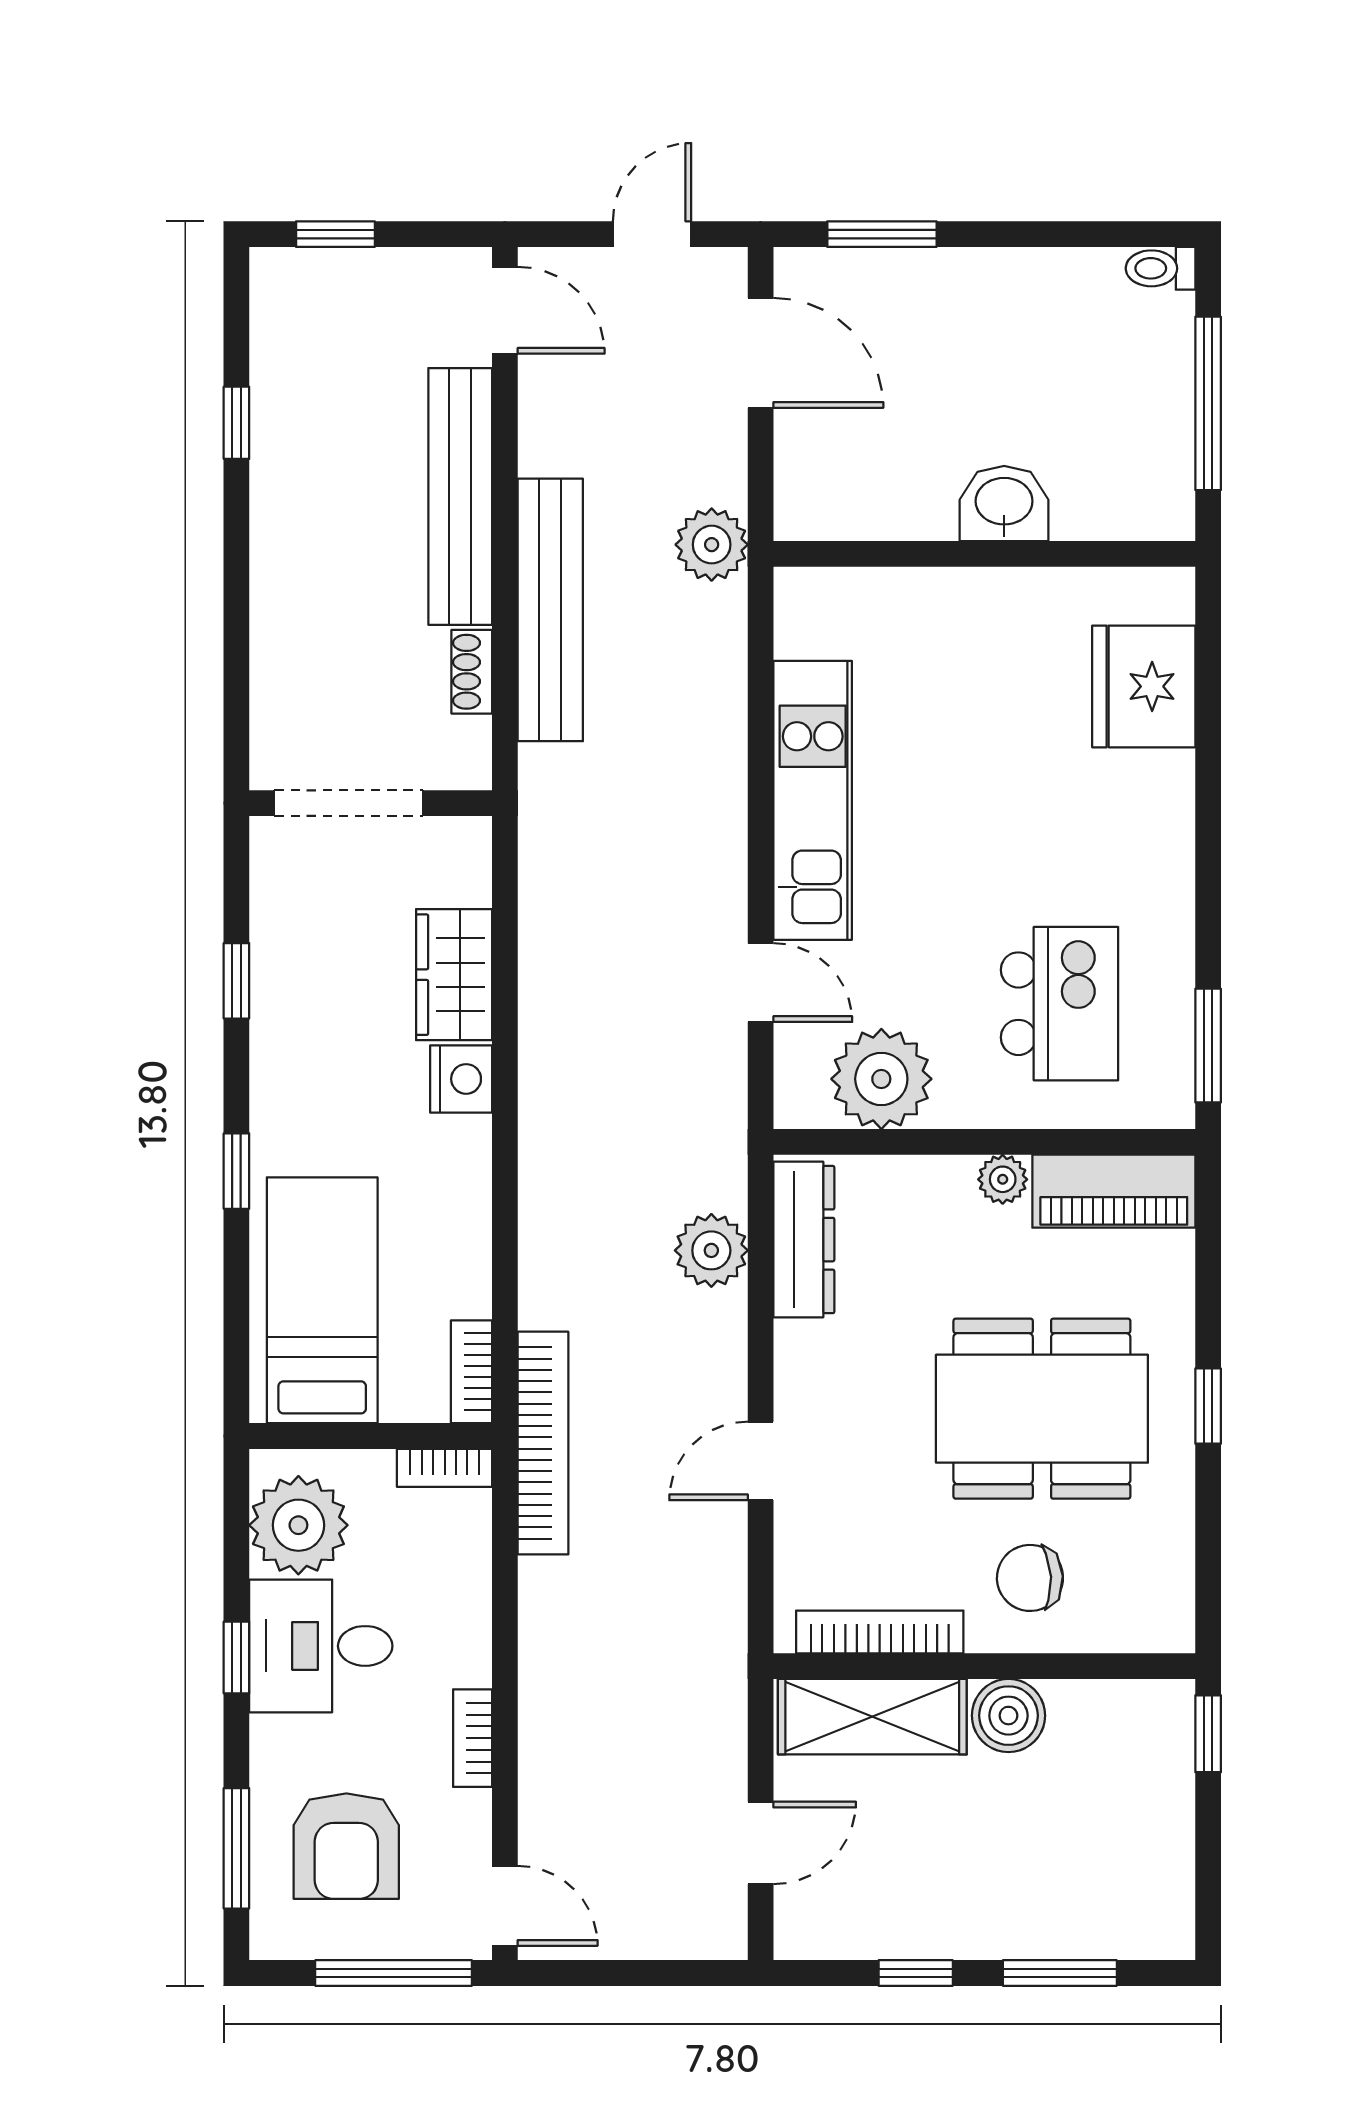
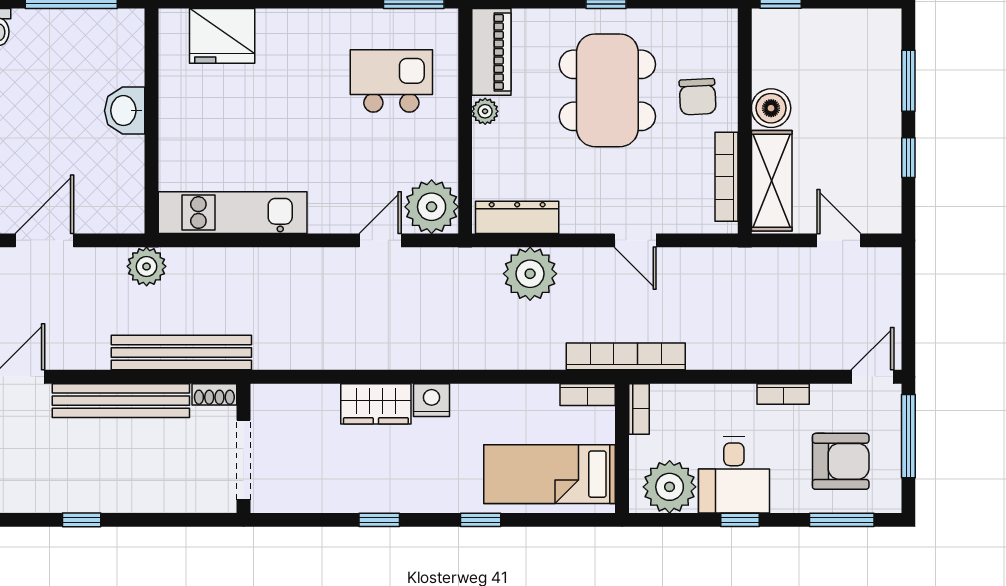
kitchen unit: (813, 800) -> (233, 213), moved
doorway: (349, 803) -> (243, 460), moved
wall: (371, 803) -> (243, 448), moved
plant: (881, 1079) -> (432, 207), moved
plant: (711, 1250) -> (530, 274), width x1.36, depth x1.36

